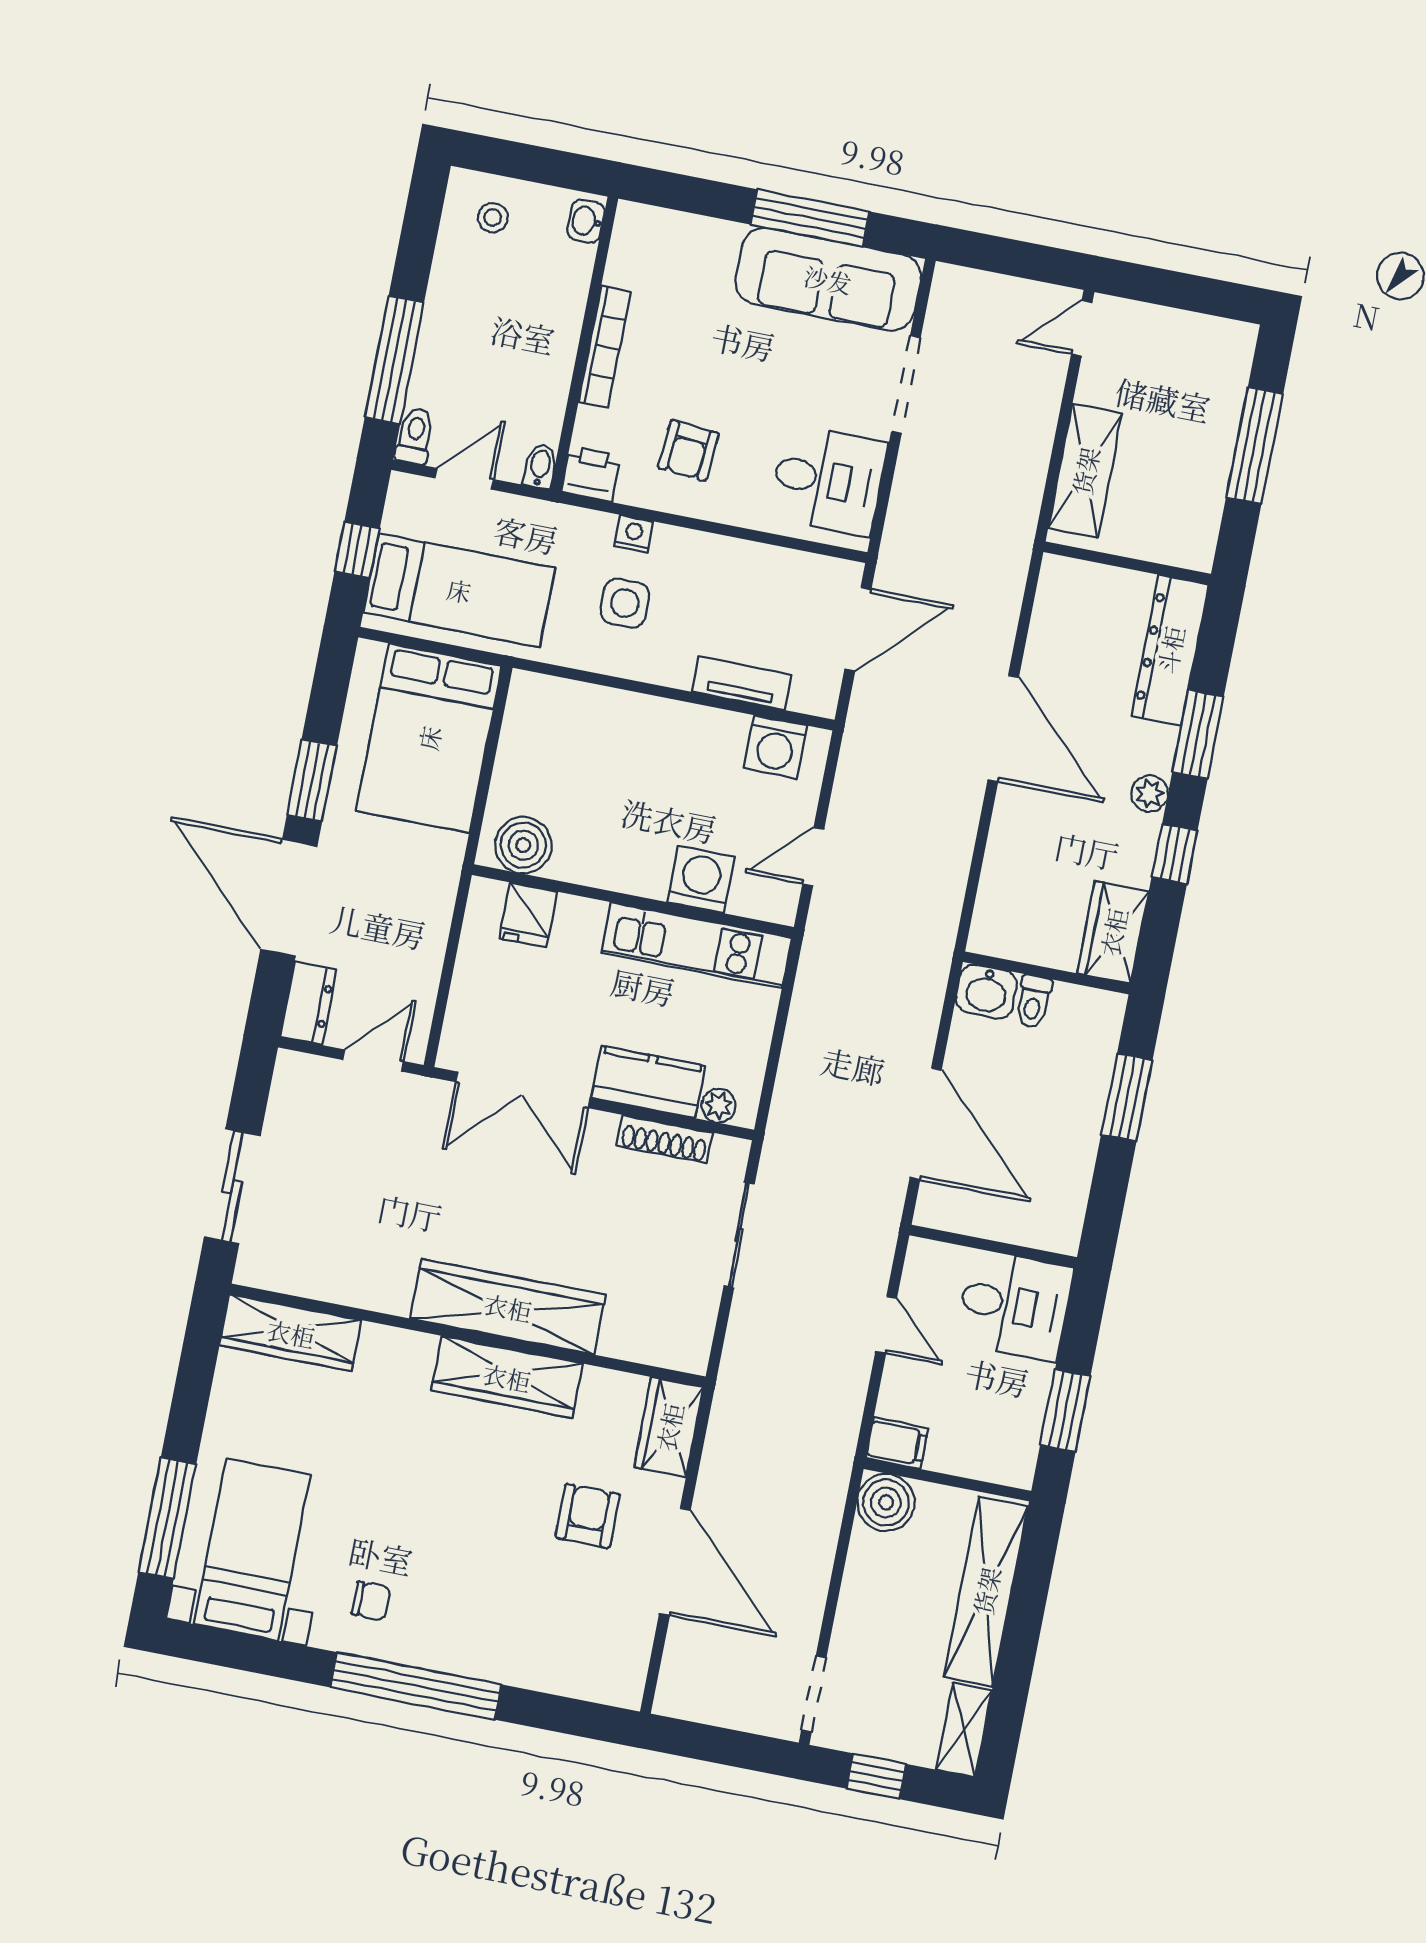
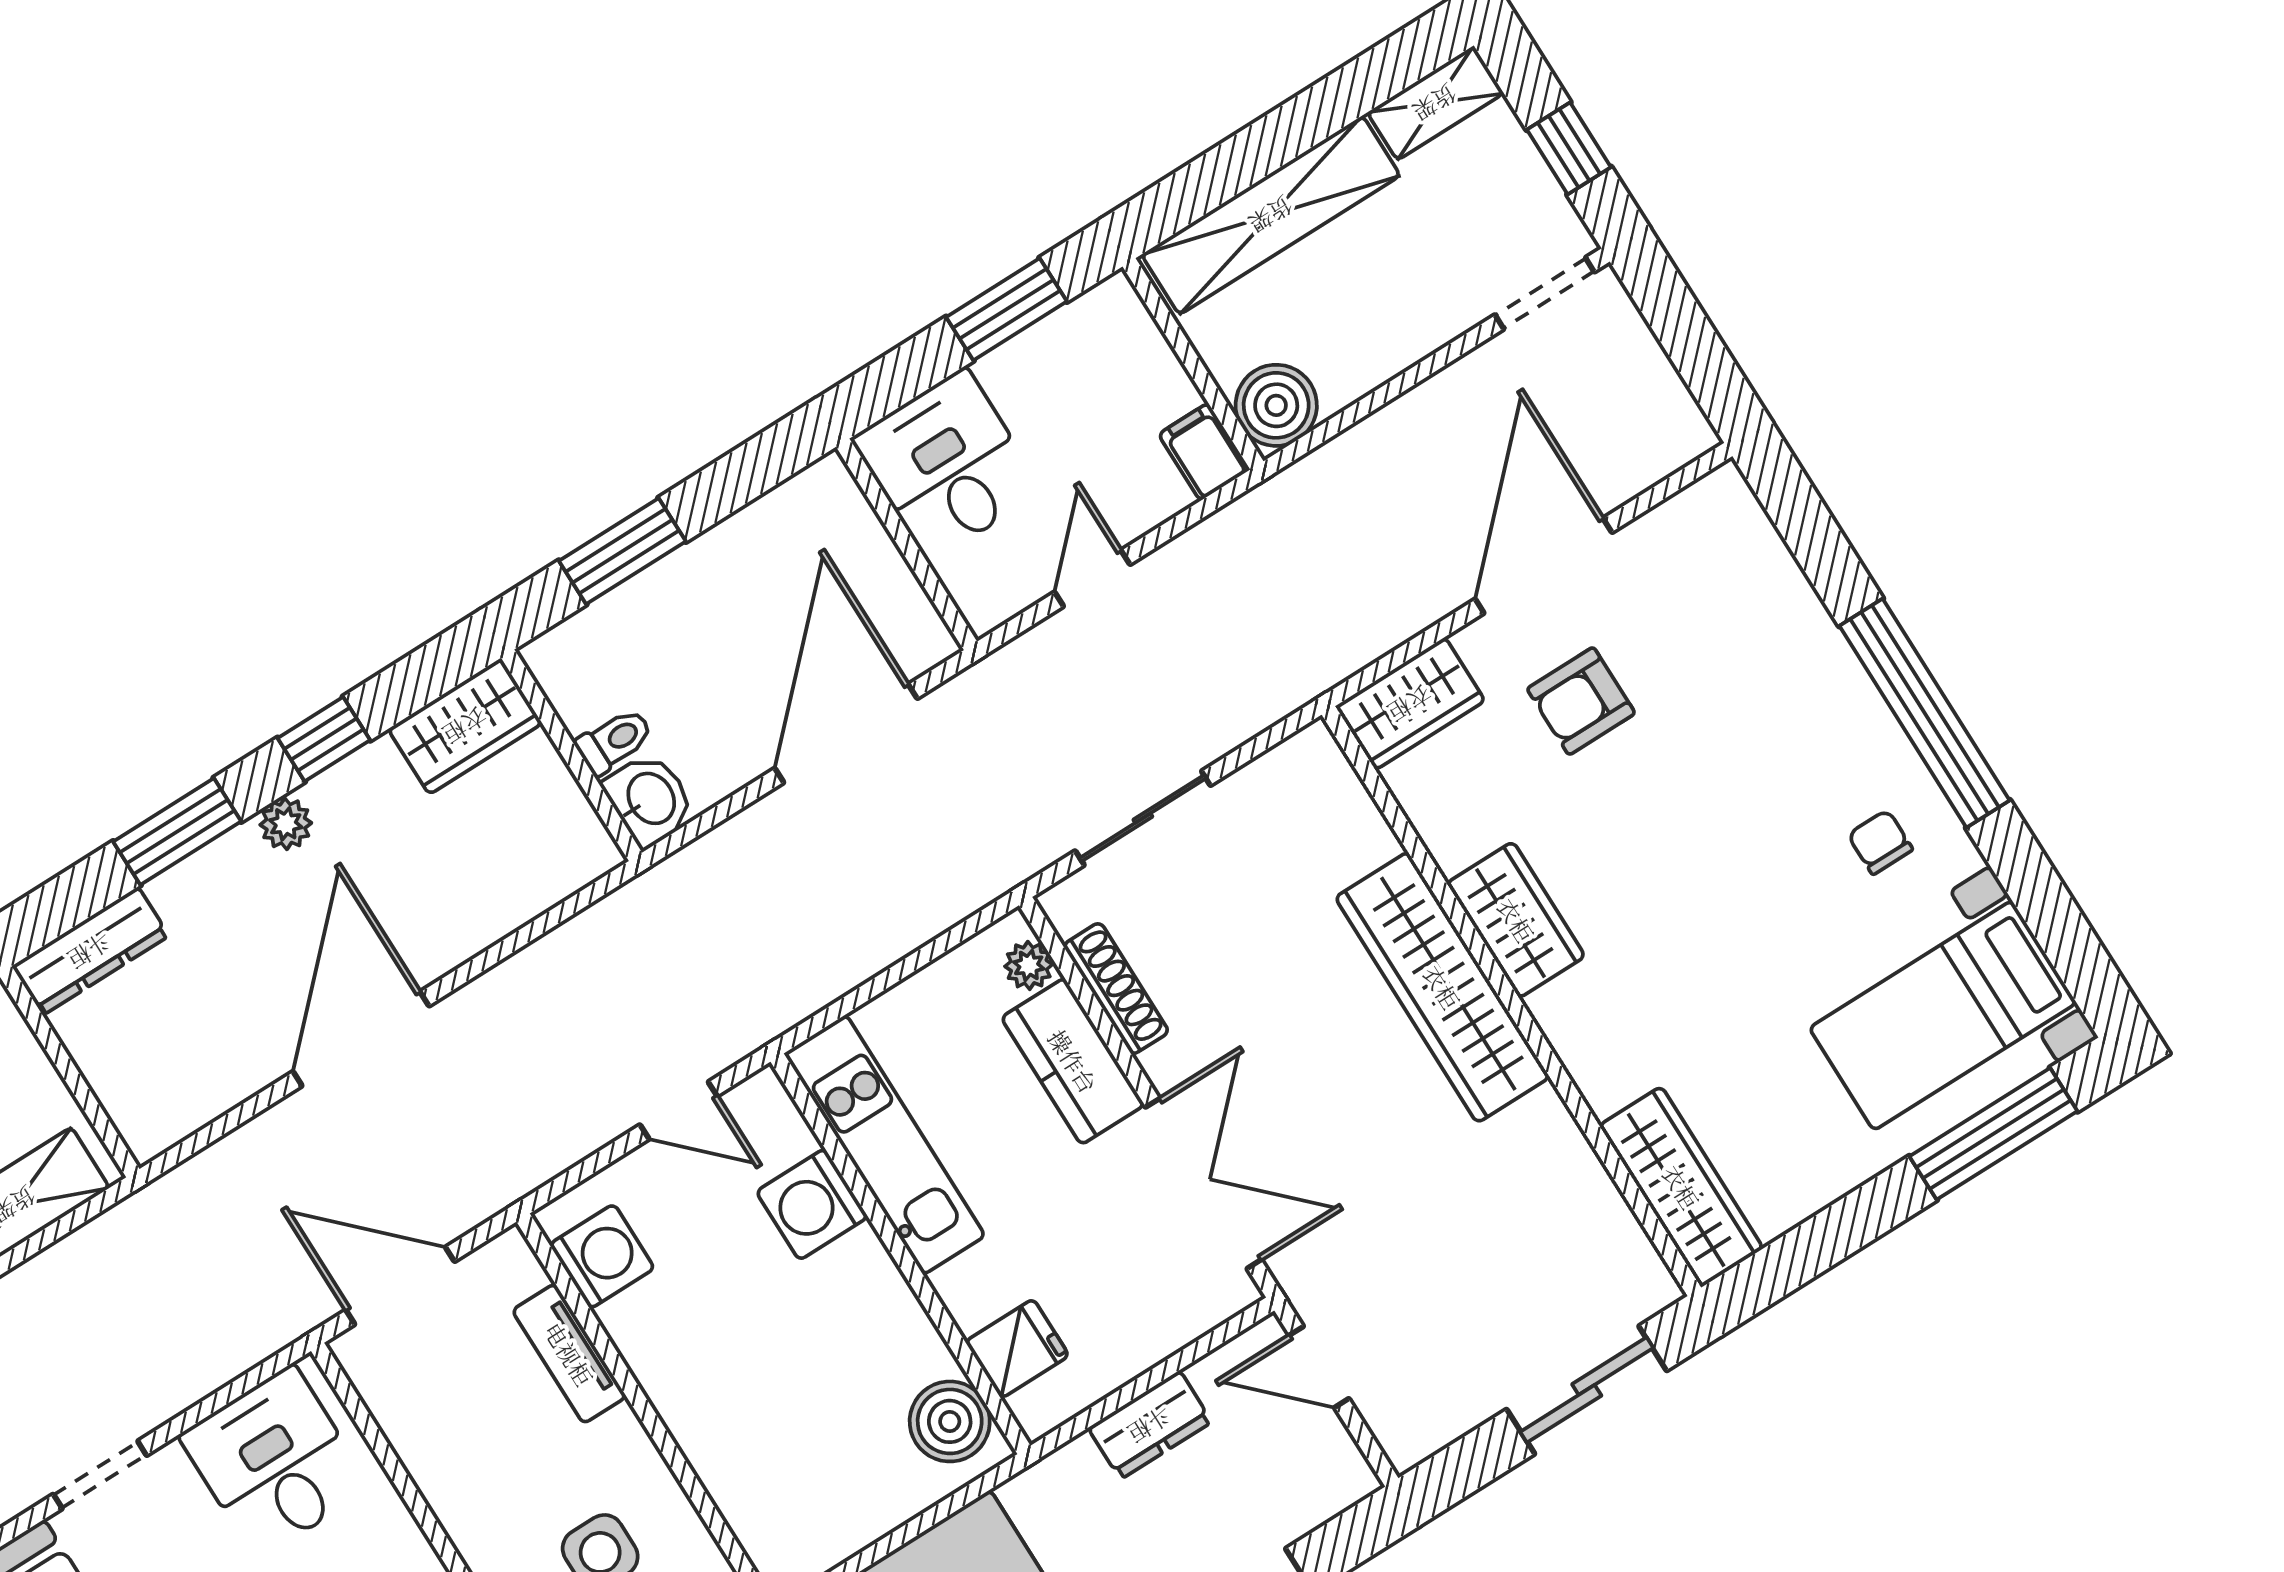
doorway: (906, 384) -> (100, 1475), width x0.73
dresser: (1170, 650) -> (90, 951), width x0.73, depth x0.80
dresser: (308, 1003) -> (1150, 1425), moved, turned 180
wardrobe: (507, 1377) -> (1516, 920), width x0.67

